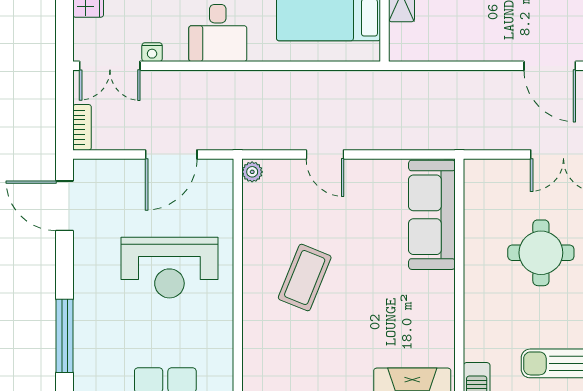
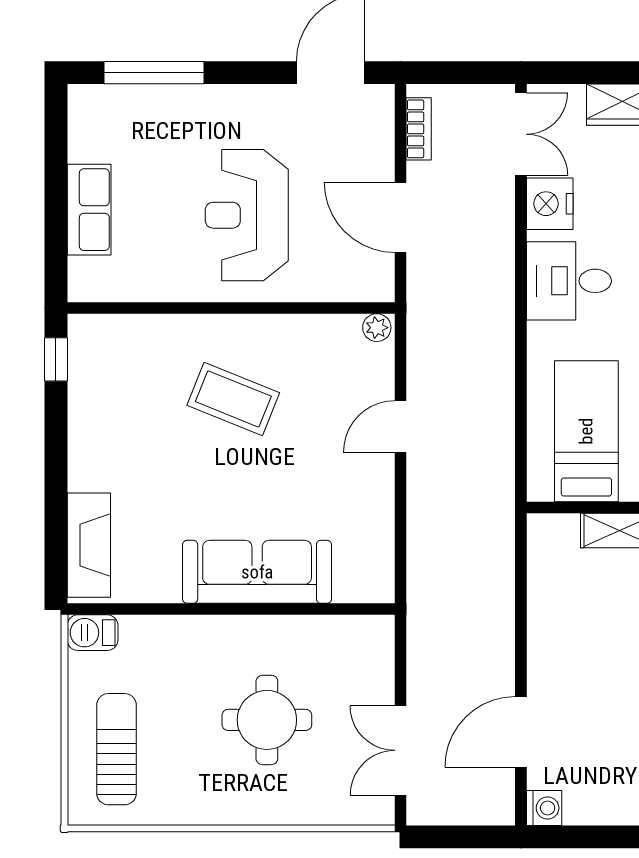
nightstand: (152, 52) -> (550, 204), width x1.89, depth x1.79
double door: (110, 66) -> (521, 134), swing flipped
bookcase: (82, 127) -> (419, 129), moved, turned -90
sofa: (432, 215) -> (257, 572), moved

